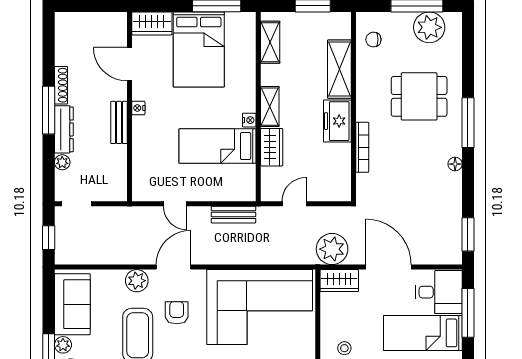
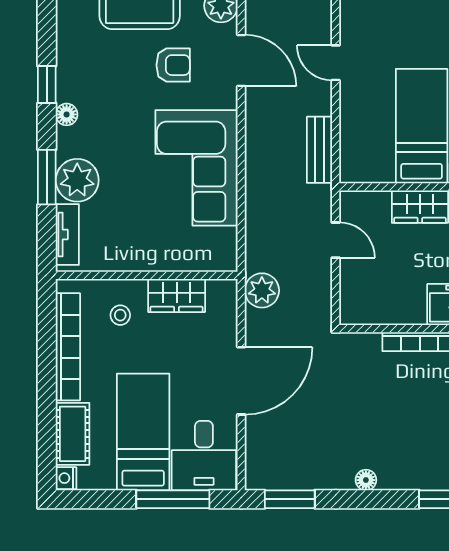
floor lamp: (455, 164) -> (366, 480), moved
door: (175, 204) -> (336, 63), hinge flipped
plant: (332, 249) -> (262, 290), width x0.73, depth x0.73
wardrobe: (339, 281) -> (177, 295), moved, turned -90
corner sofa: (260, 307) -> (196, 168), width x0.73, depth x0.74

